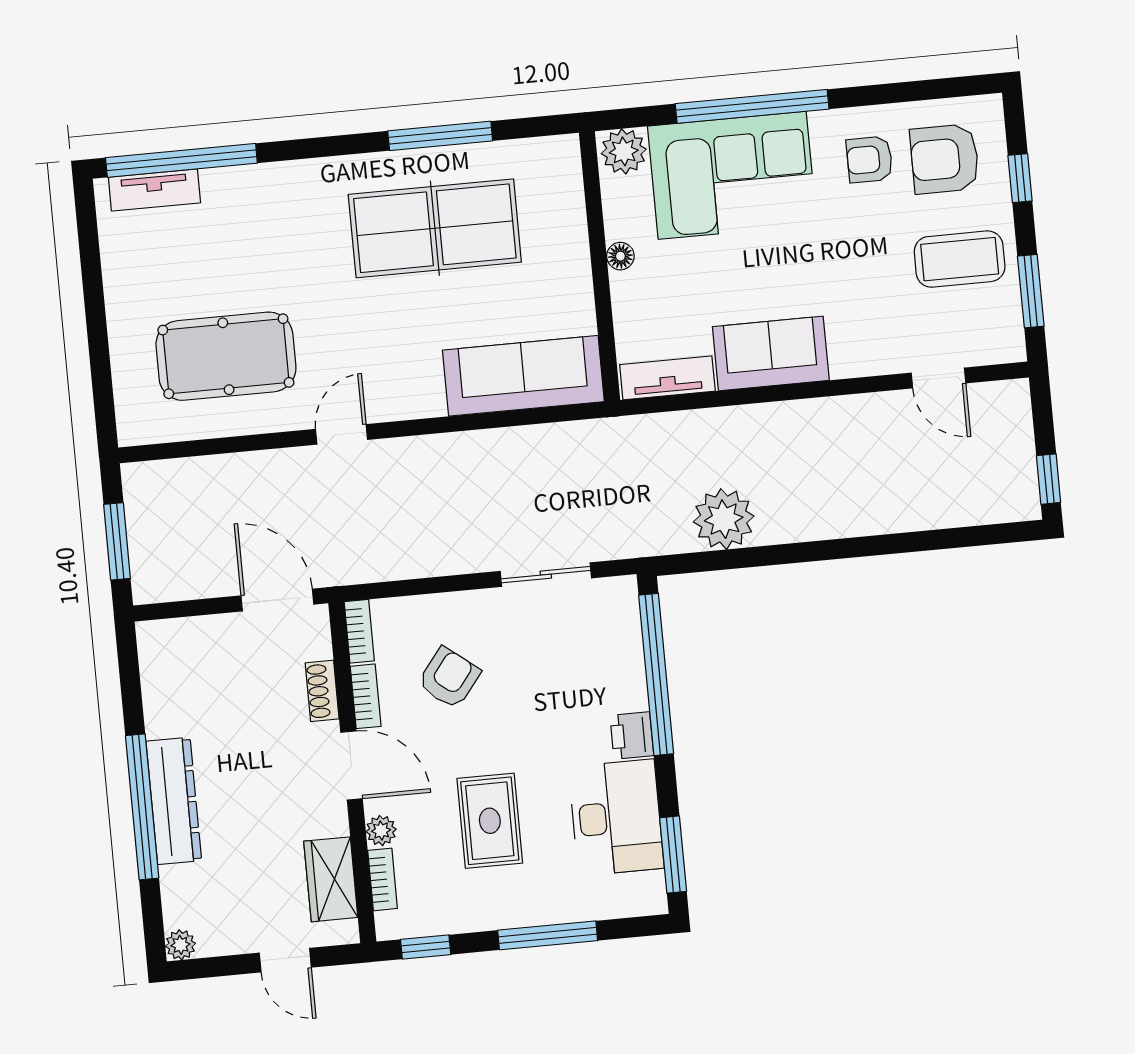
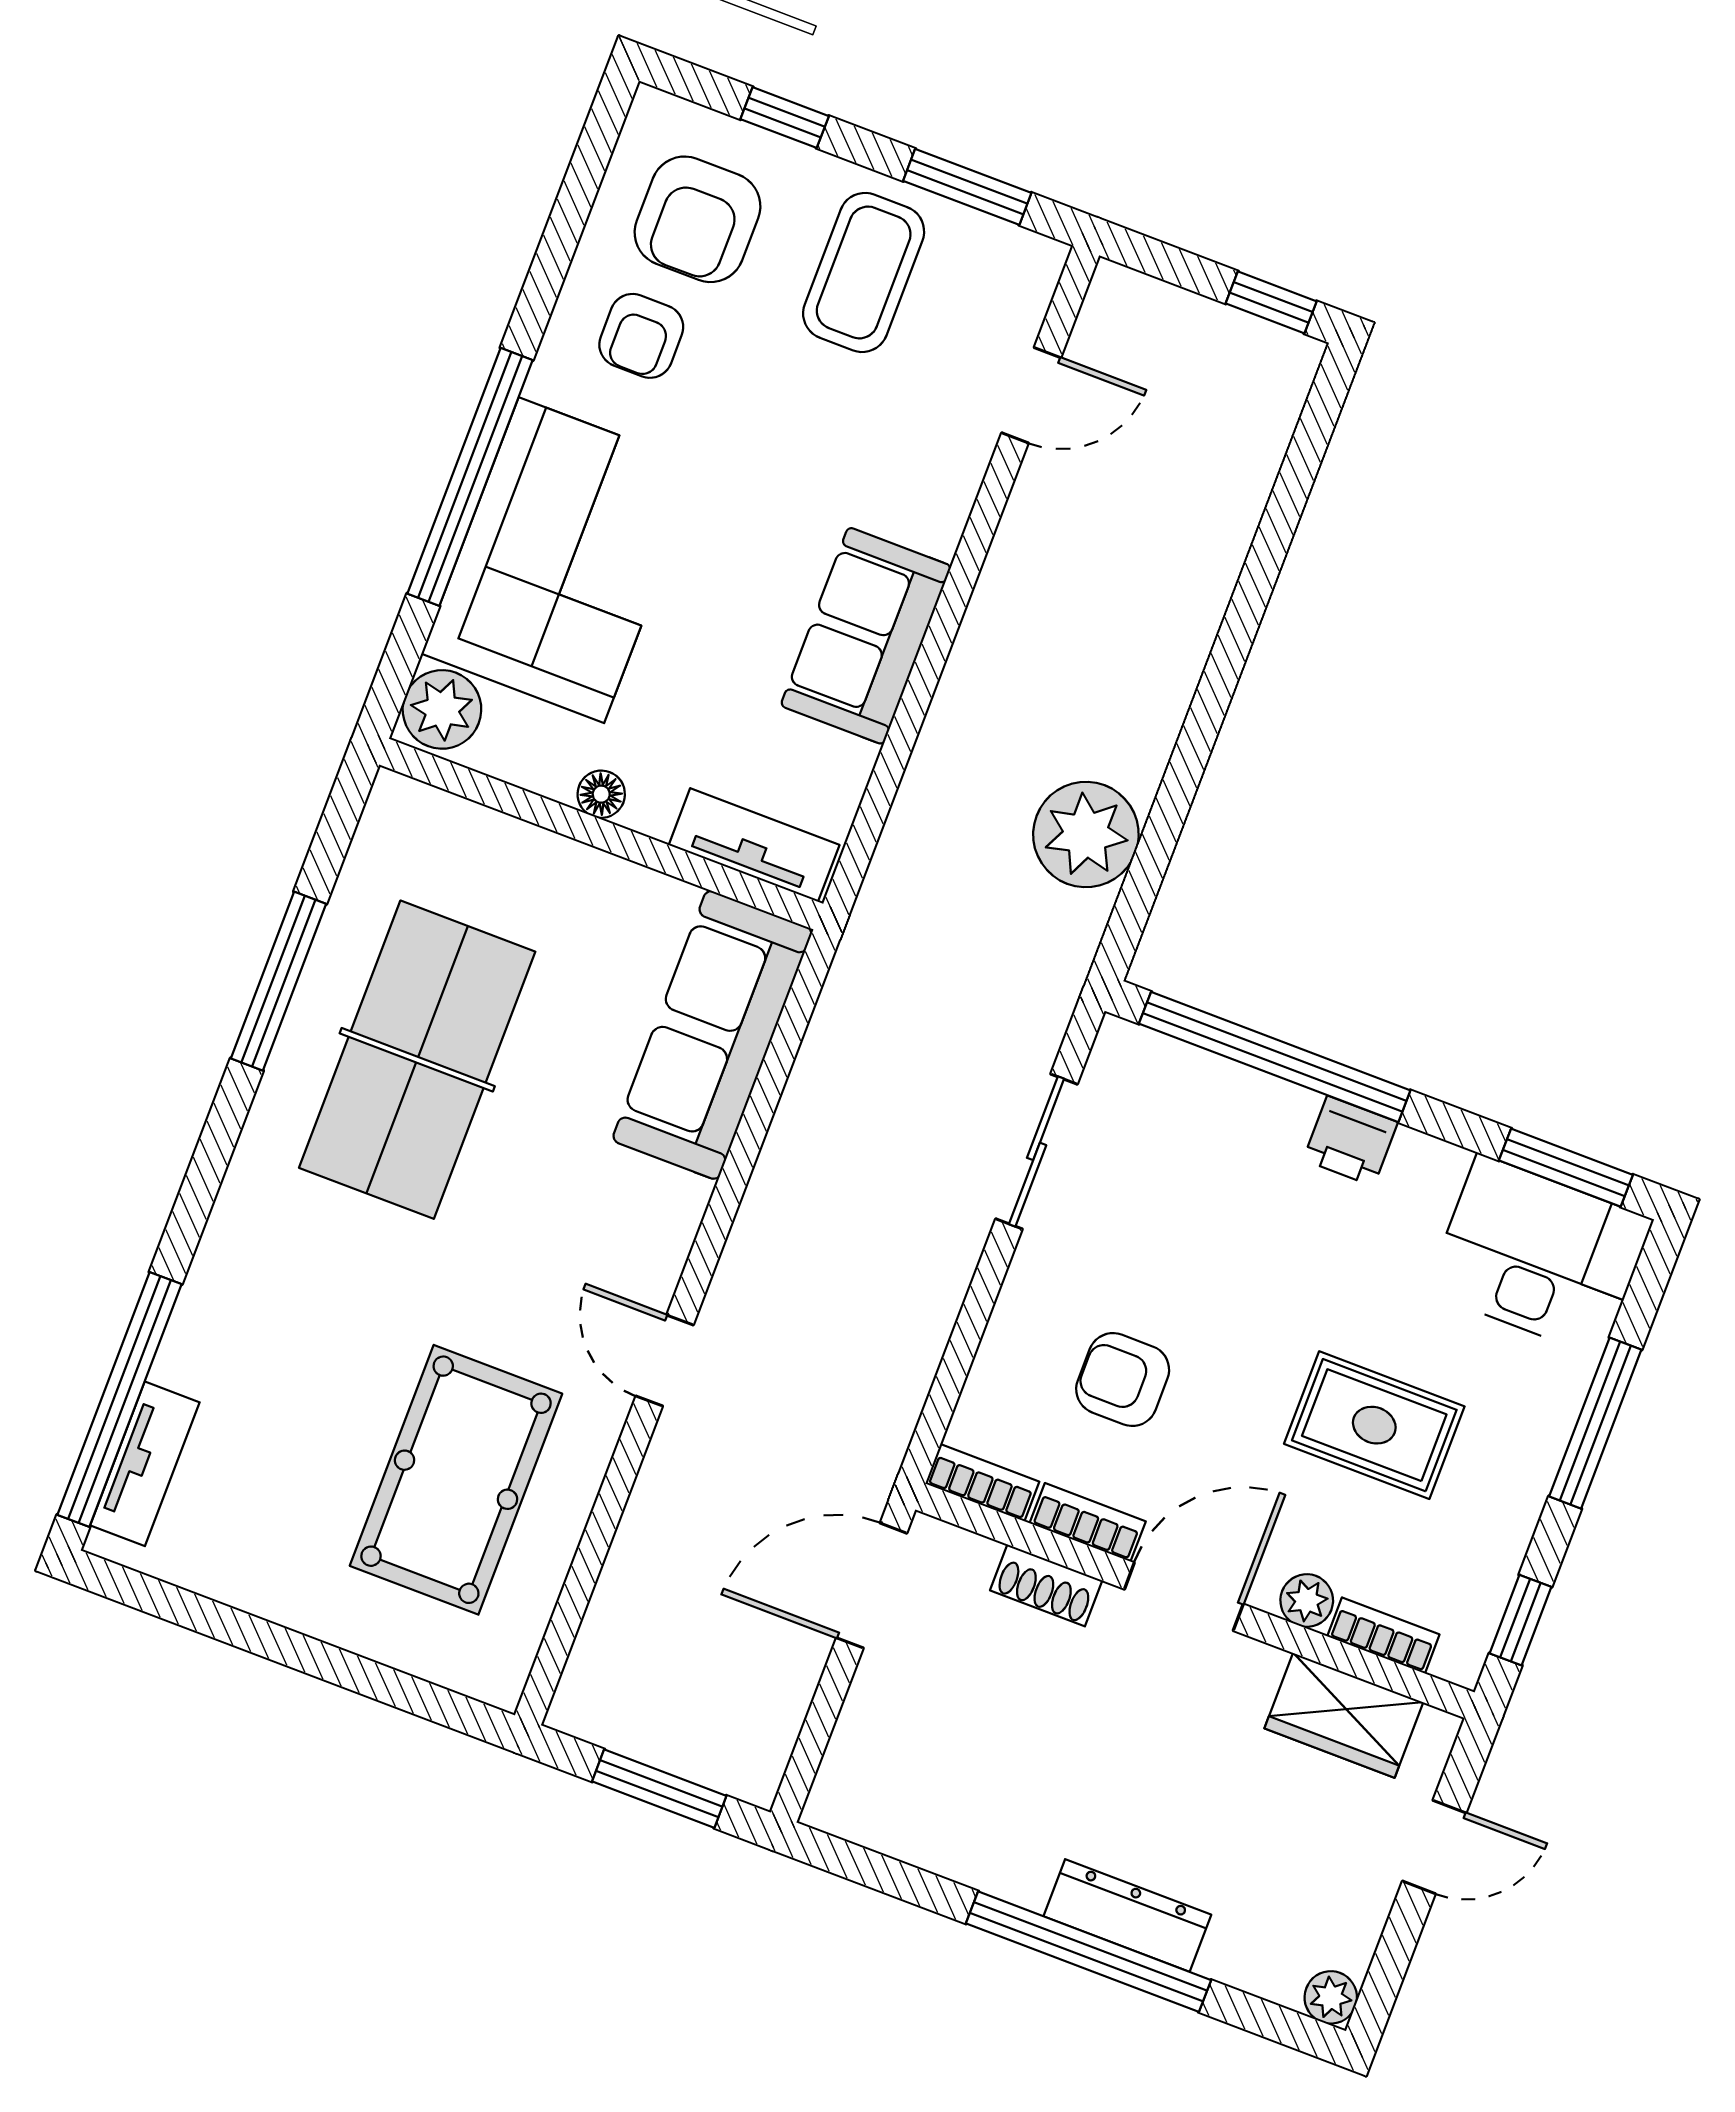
tv unit: (667, 378) -> (754, 845), moved, turned 90
armchair: (449, 678) -> (1123, 1380), turned -38
dresser: (174, 801) -> (1127, 1915), width x0.73, depth x0.80
desk: (616, 818) -> (1539, 1255), moved

